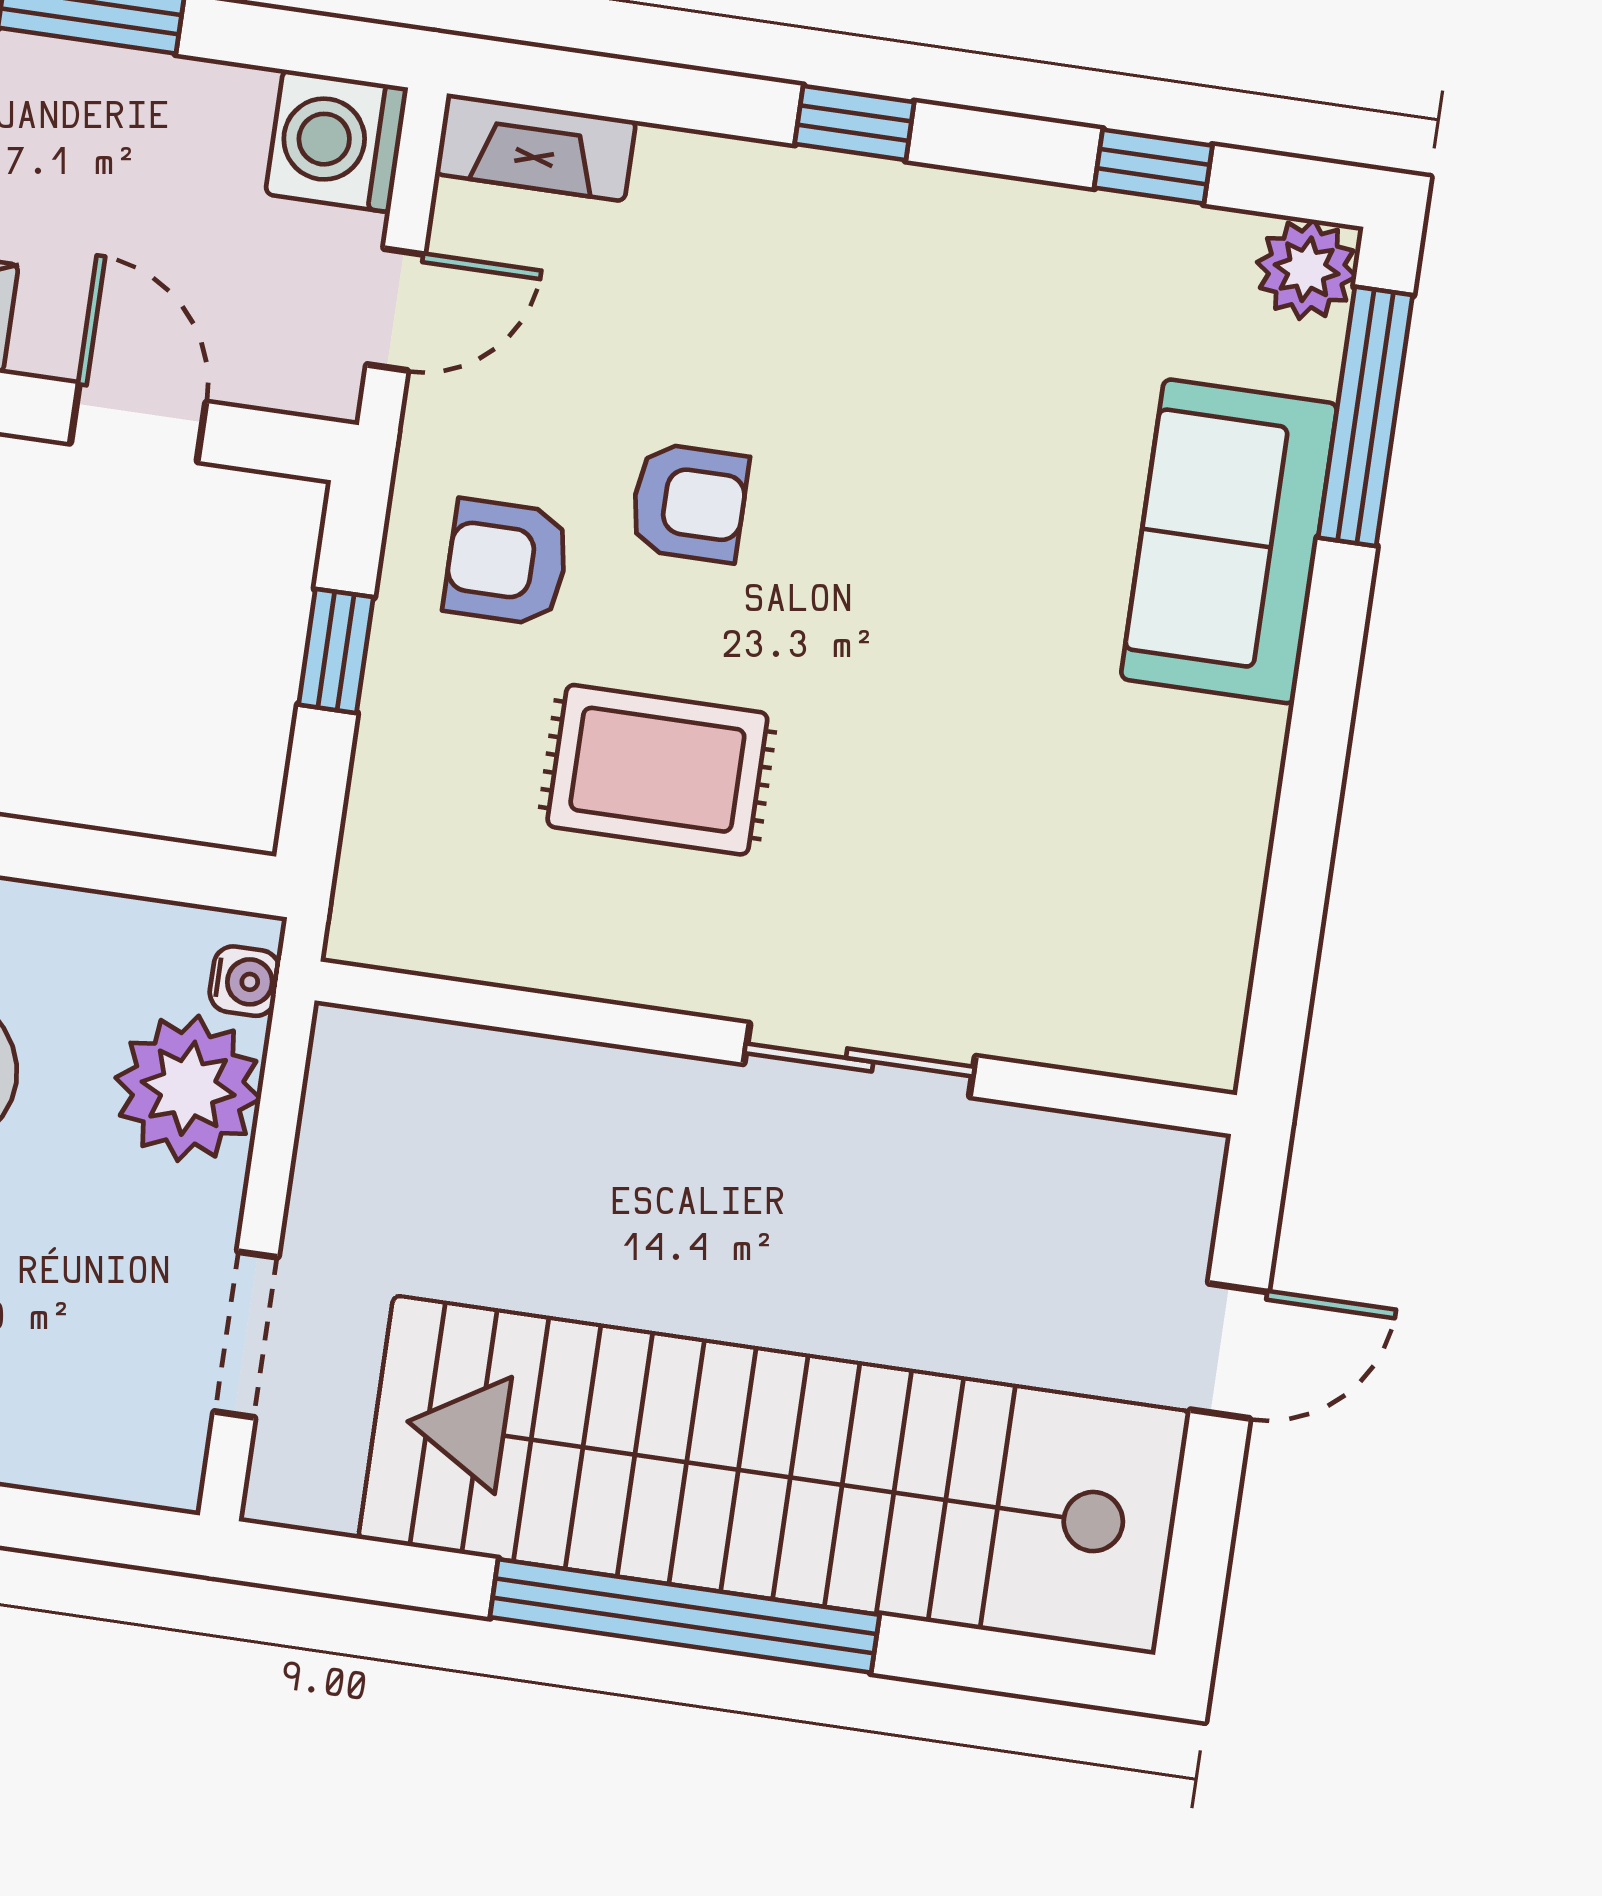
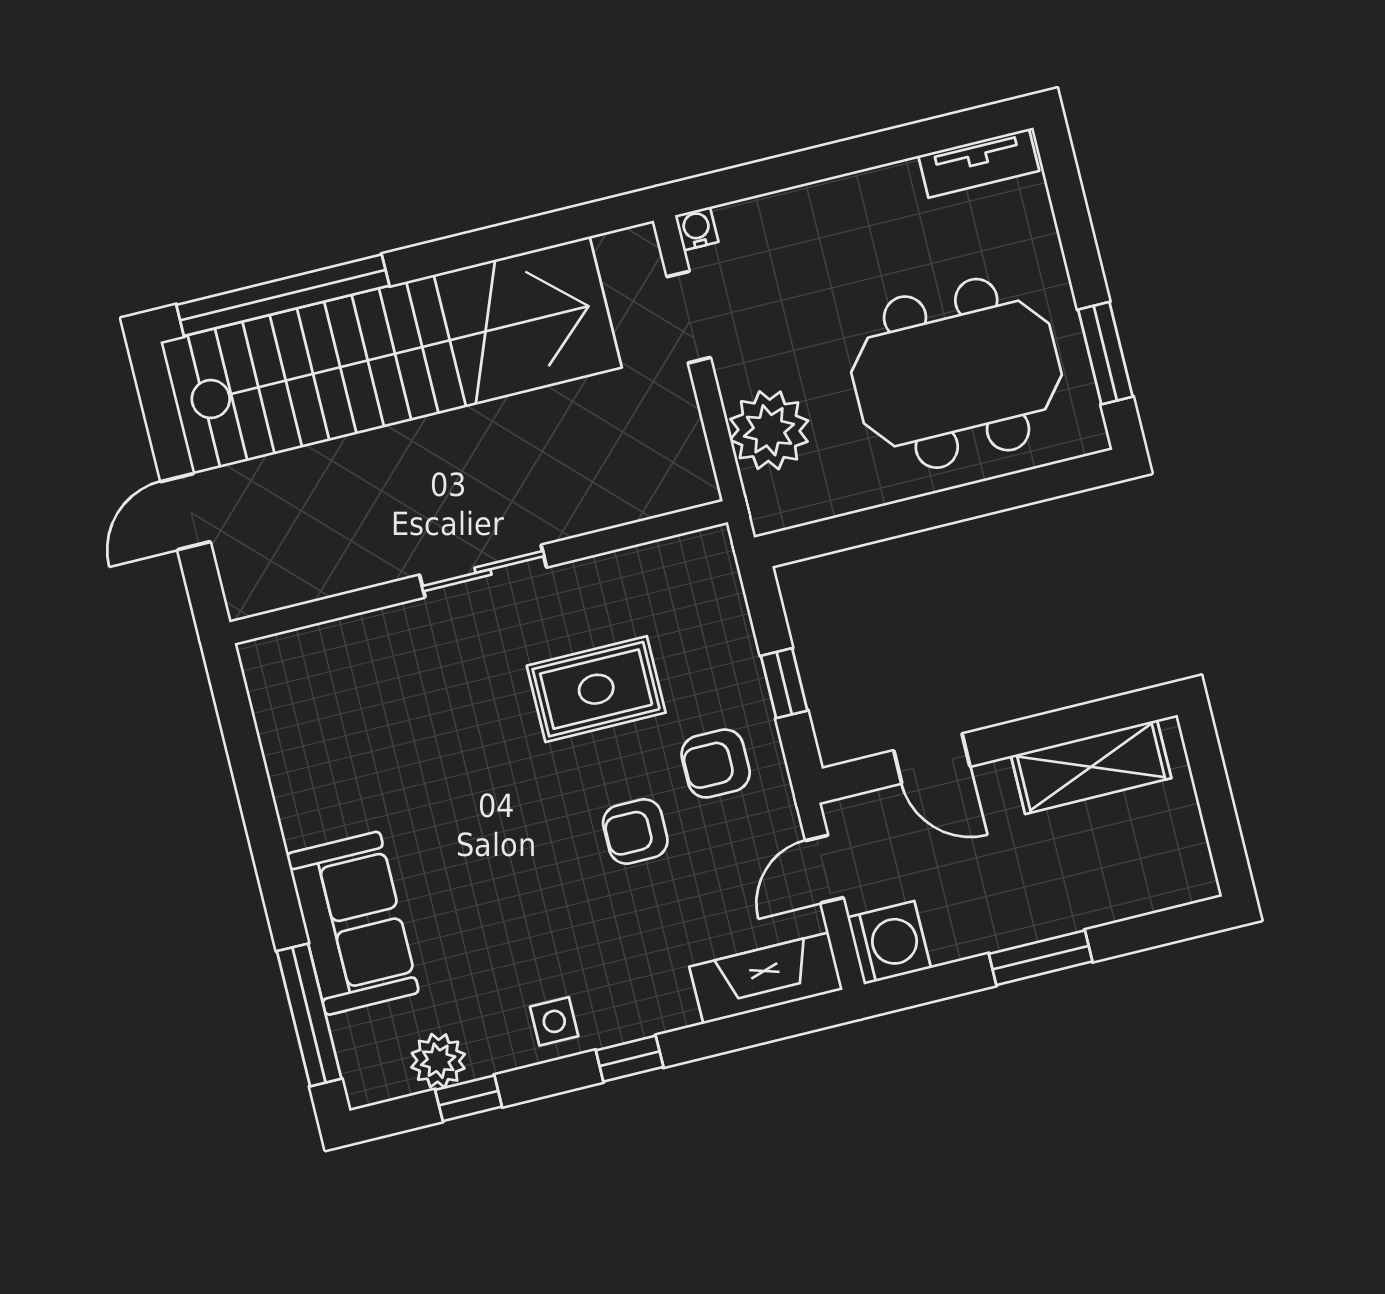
fireplace: (536, 147) -> (766, 978), width x1.37, depth x1.32
side table: (956, 238) -> (554, 1021), added
plant: (1307, 269) -> (438, 1061), moved
armchair: (507, 562) -> (716, 764), turned 180
water cooler: (245, 981) -> (697, 229), moved, turned 90
sliding door: (860, 1060) -> (483, 571), moved
window: (685, 1616) -> (283, 295), moved

